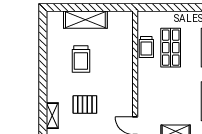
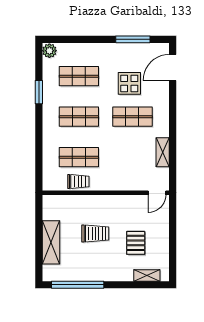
window: (43, 46) -> (78, 285), added
trolley: (81, 59) -> (95, 233), moved

